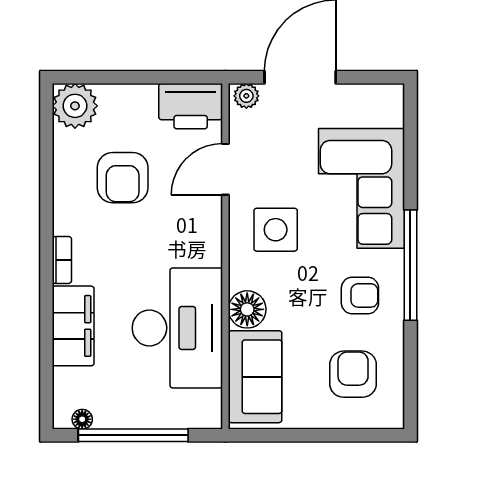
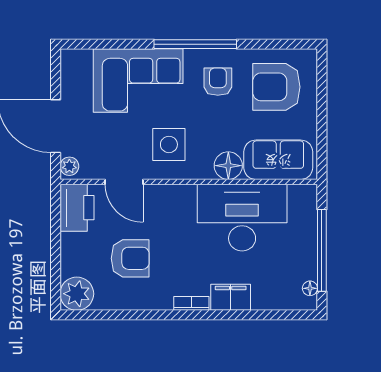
filing cabinet: (73, 326) -> (231, 297), width x0.67, depth x0.86
armchair: (353, 374) -> (276, 87), width x1.36, depth x1.36

